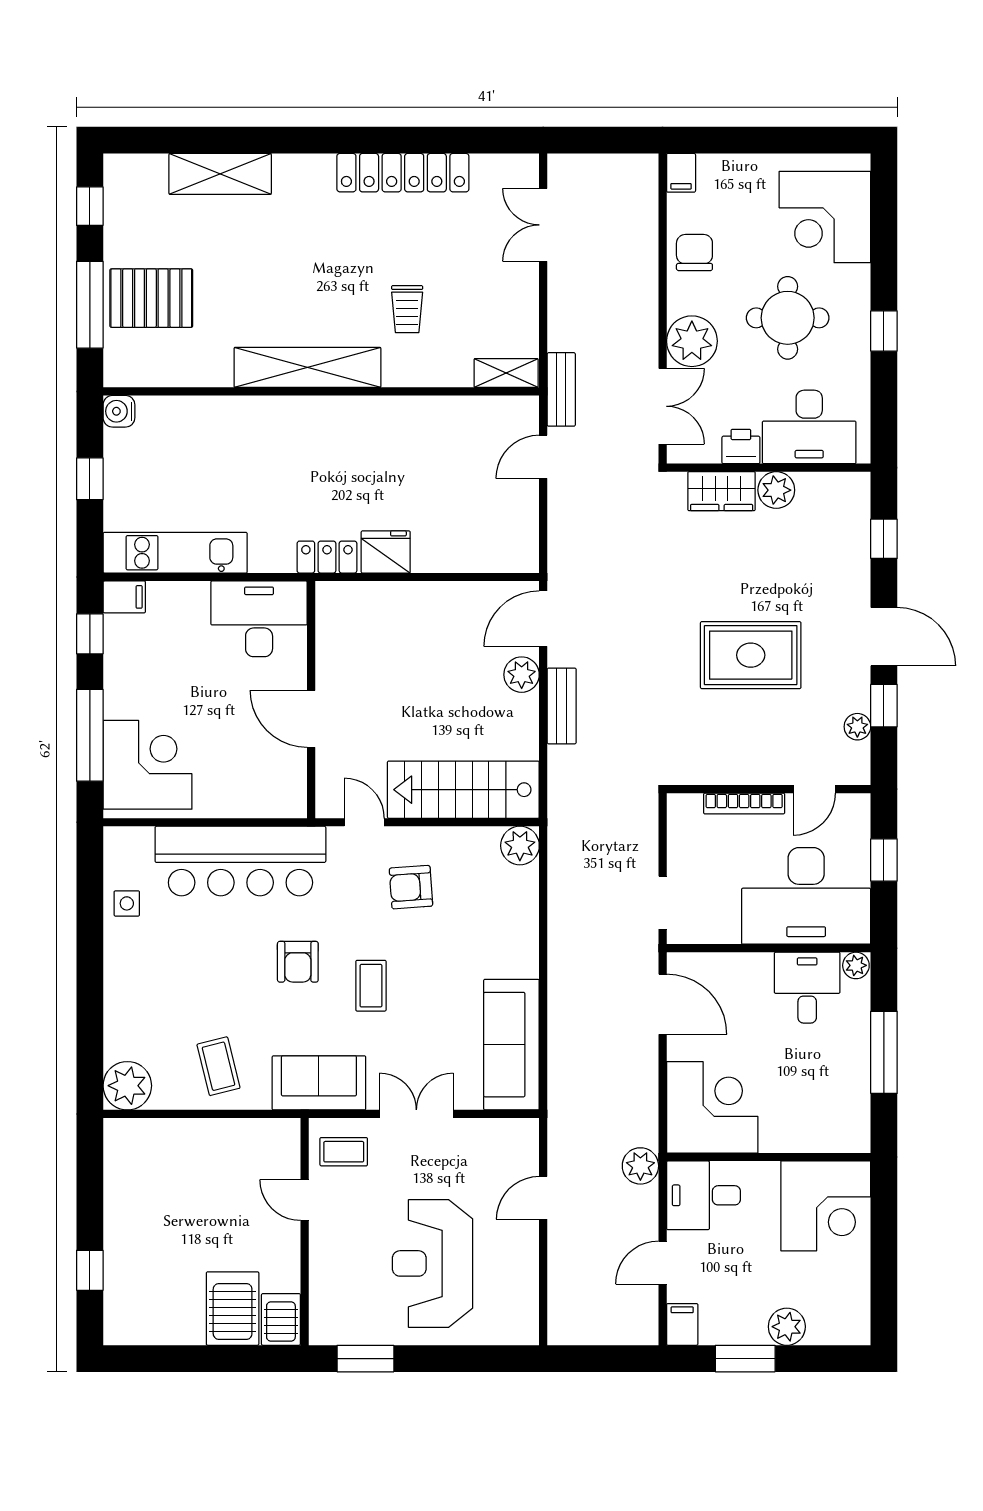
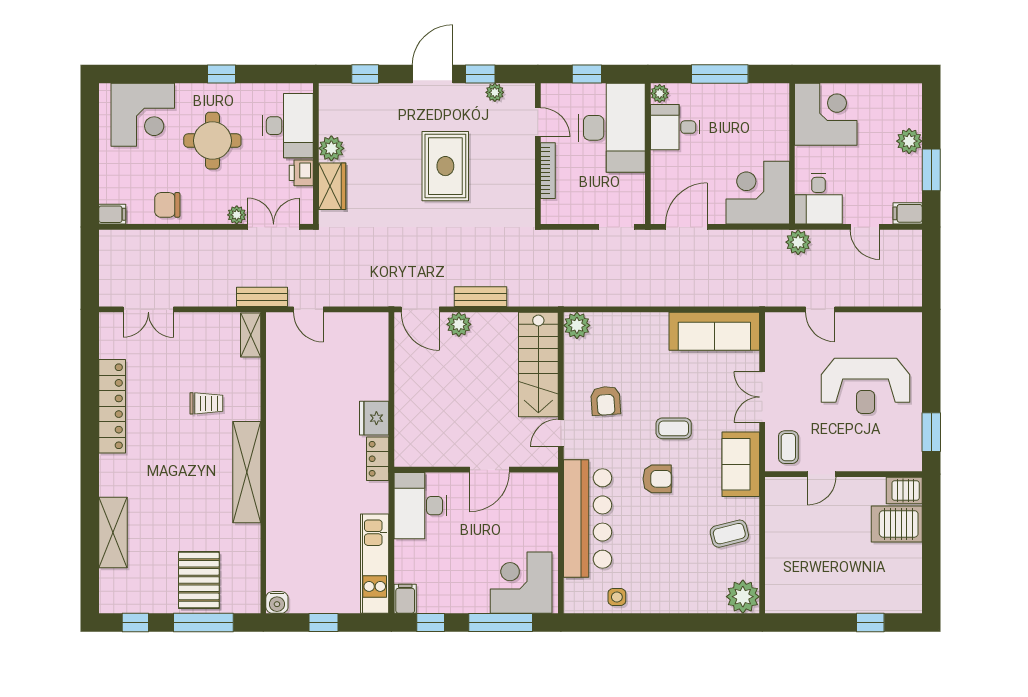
plant: (692, 341) -> (237, 215), width x0.53, depth x0.53

